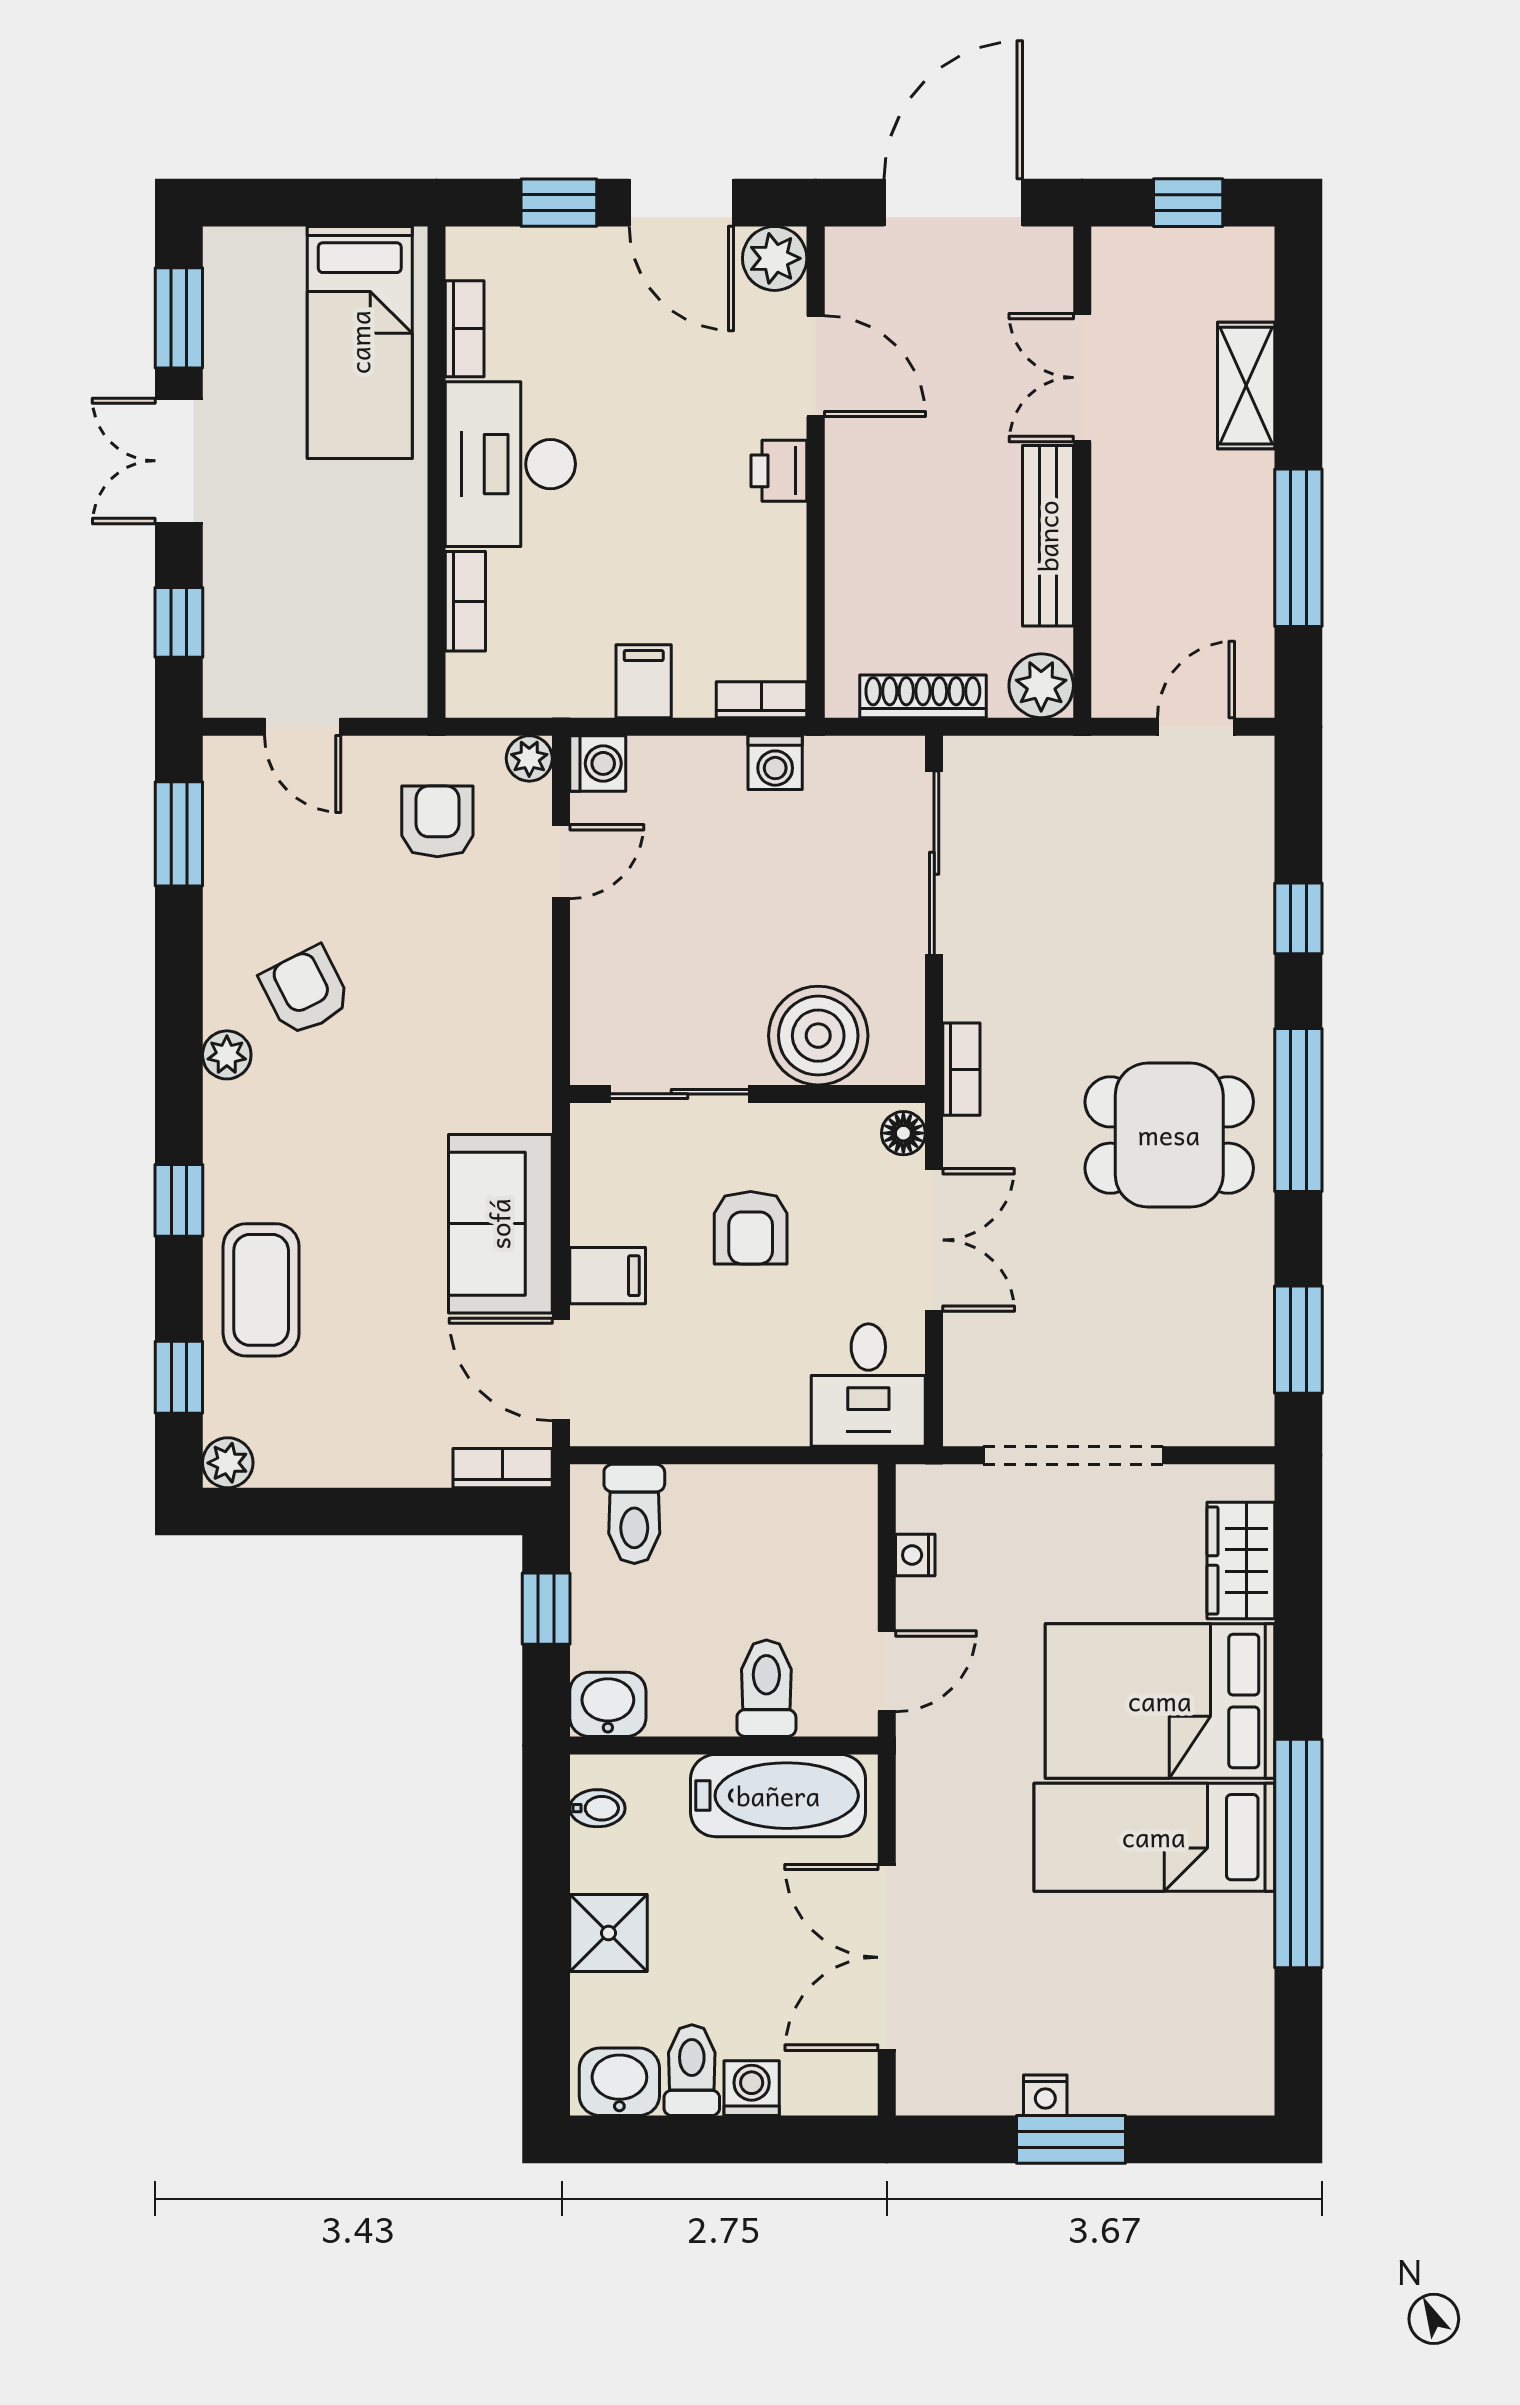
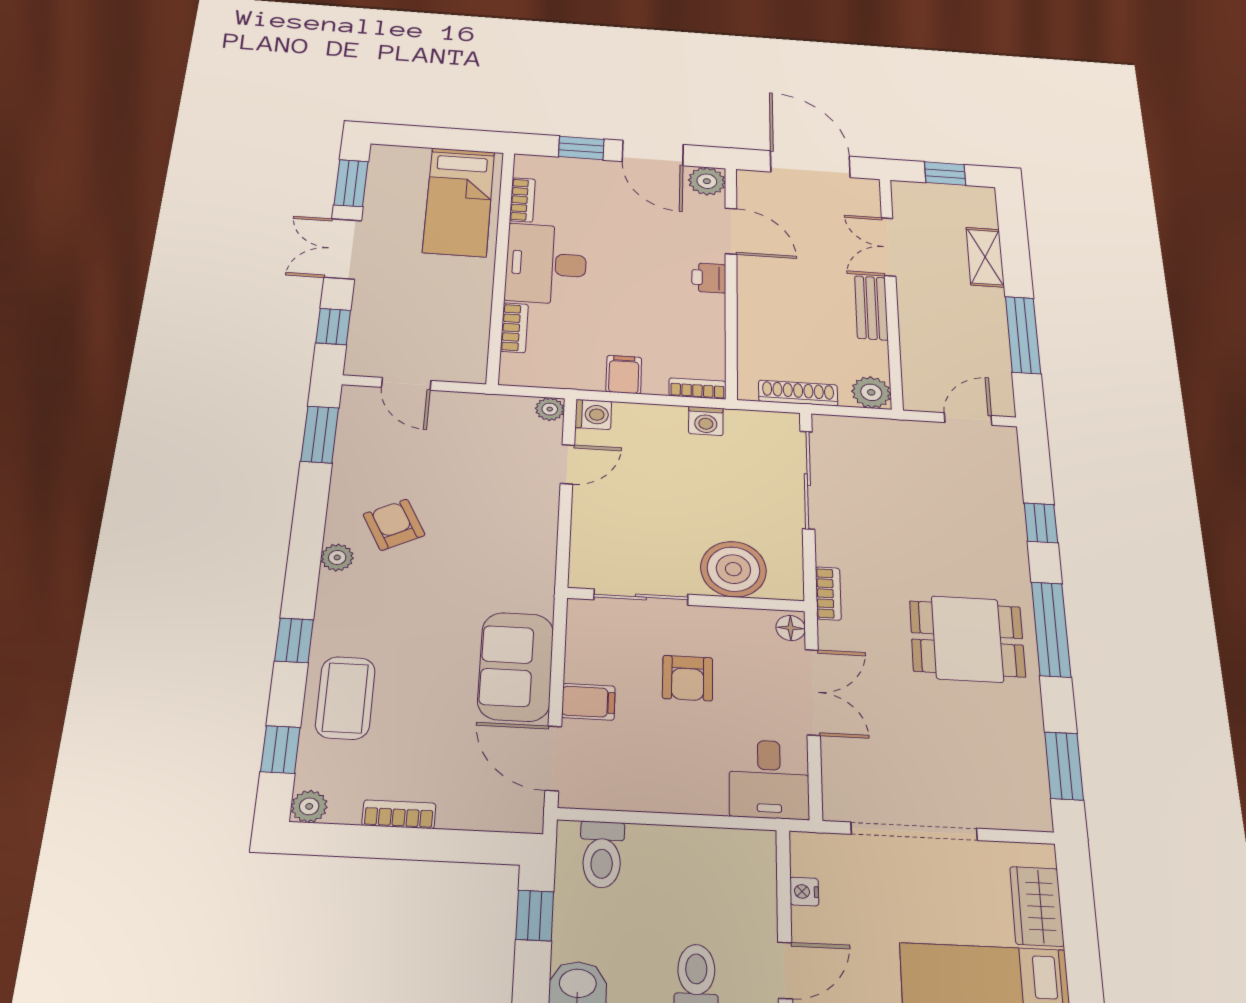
door: (953, 203) -> (810, 164), hinge flipped
bench: (1048, 536) -> (871, 308), width x0.73
armchair: (437, 821) -> (489, 438), removed
bookcase: (503, 1468) -> (399, 814), moved

